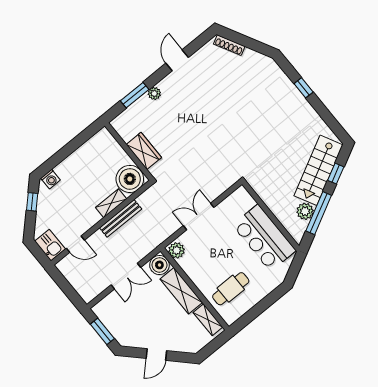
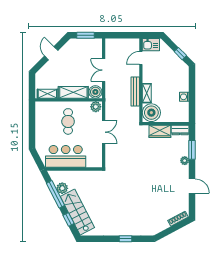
dresser: (123, 128) -> (180, 130), added
washing machine: (50, 179) -> (184, 97), moved
cafe table: (231, 289) -> (68, 121), moved

